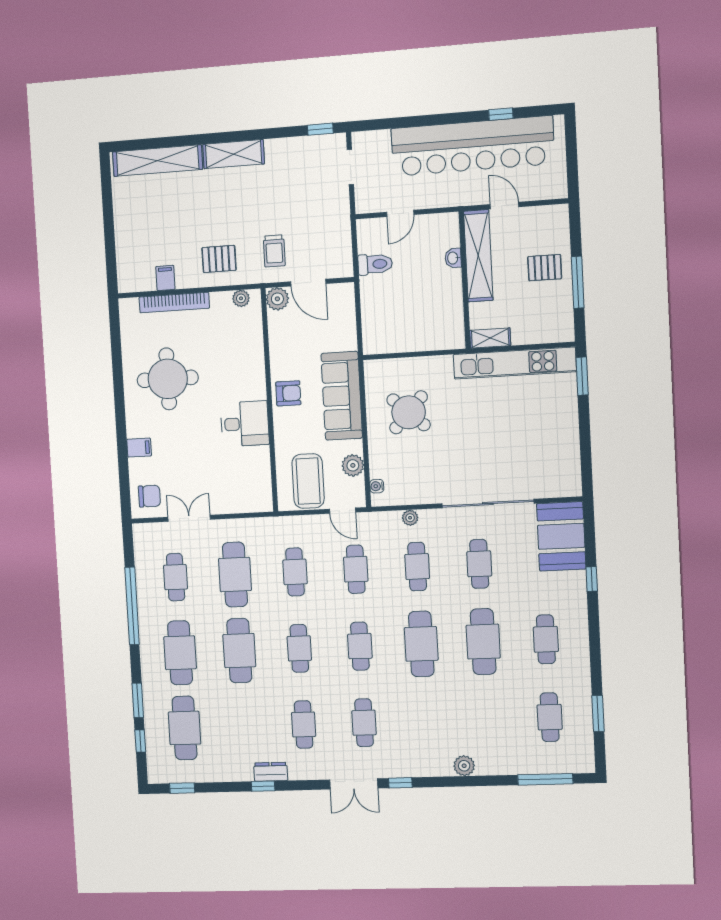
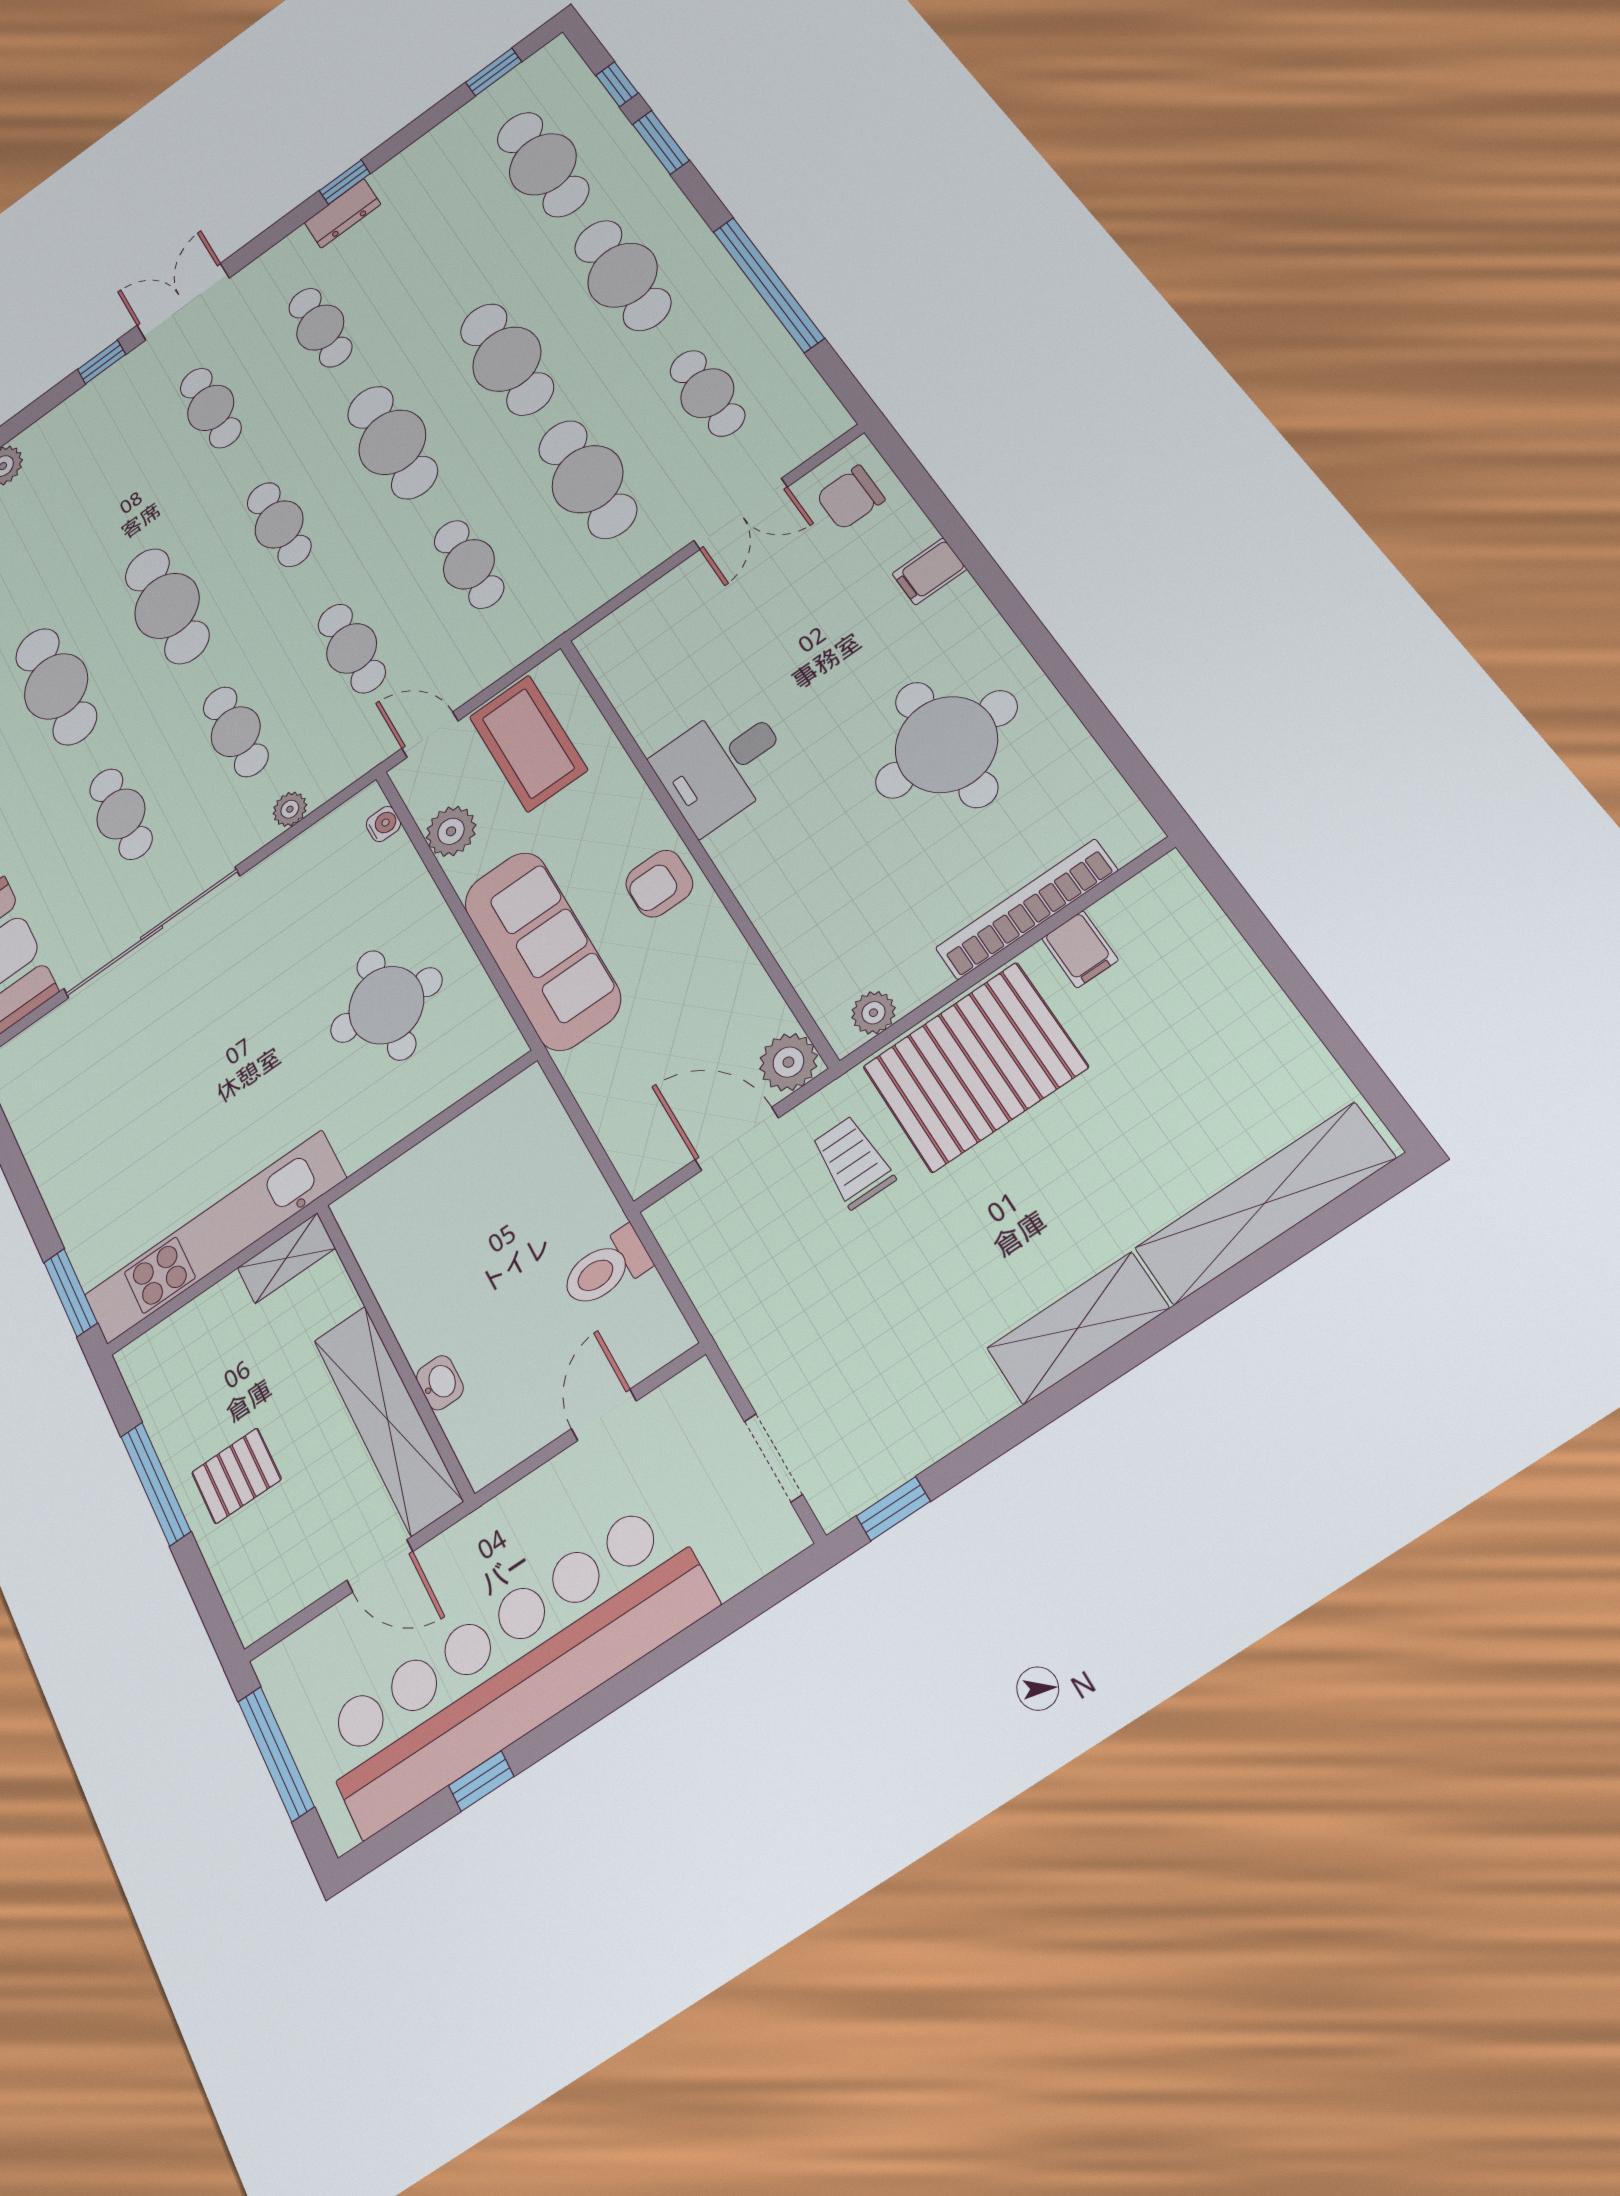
window: (572, 161) -> (276, 1754), added
pallet: (219, 259) -> (974, 1067), width x2.05, depth x2.00
round table: (409, 412) -> (386, 1005), turned -35
cafe table: (299, 648) -> (392, 442), width x1.37, depth x1.35

